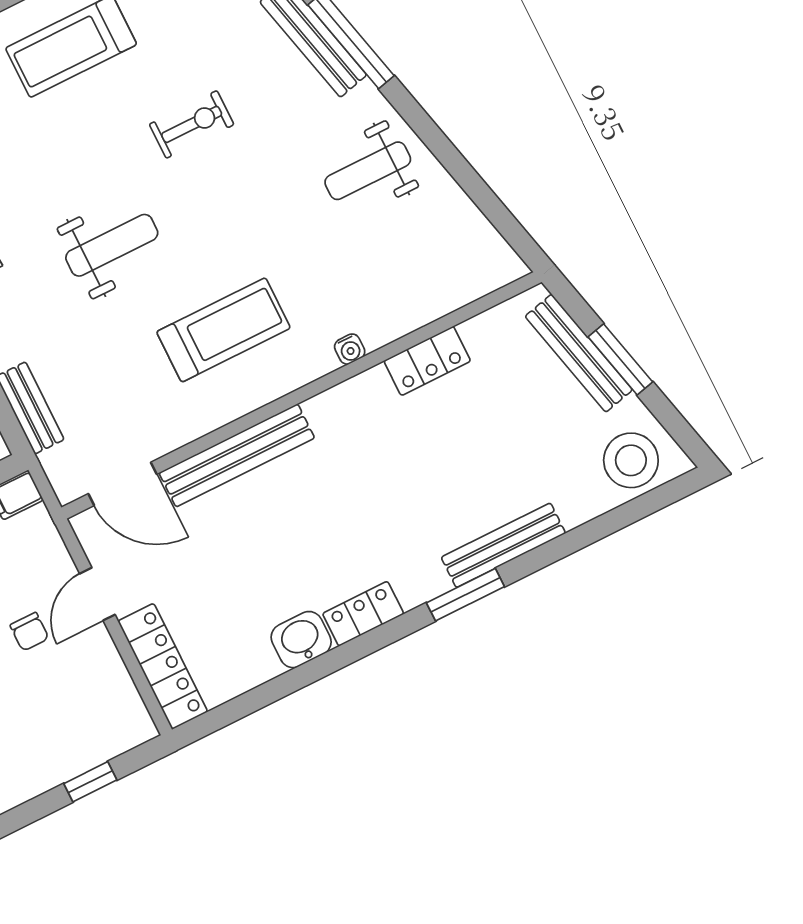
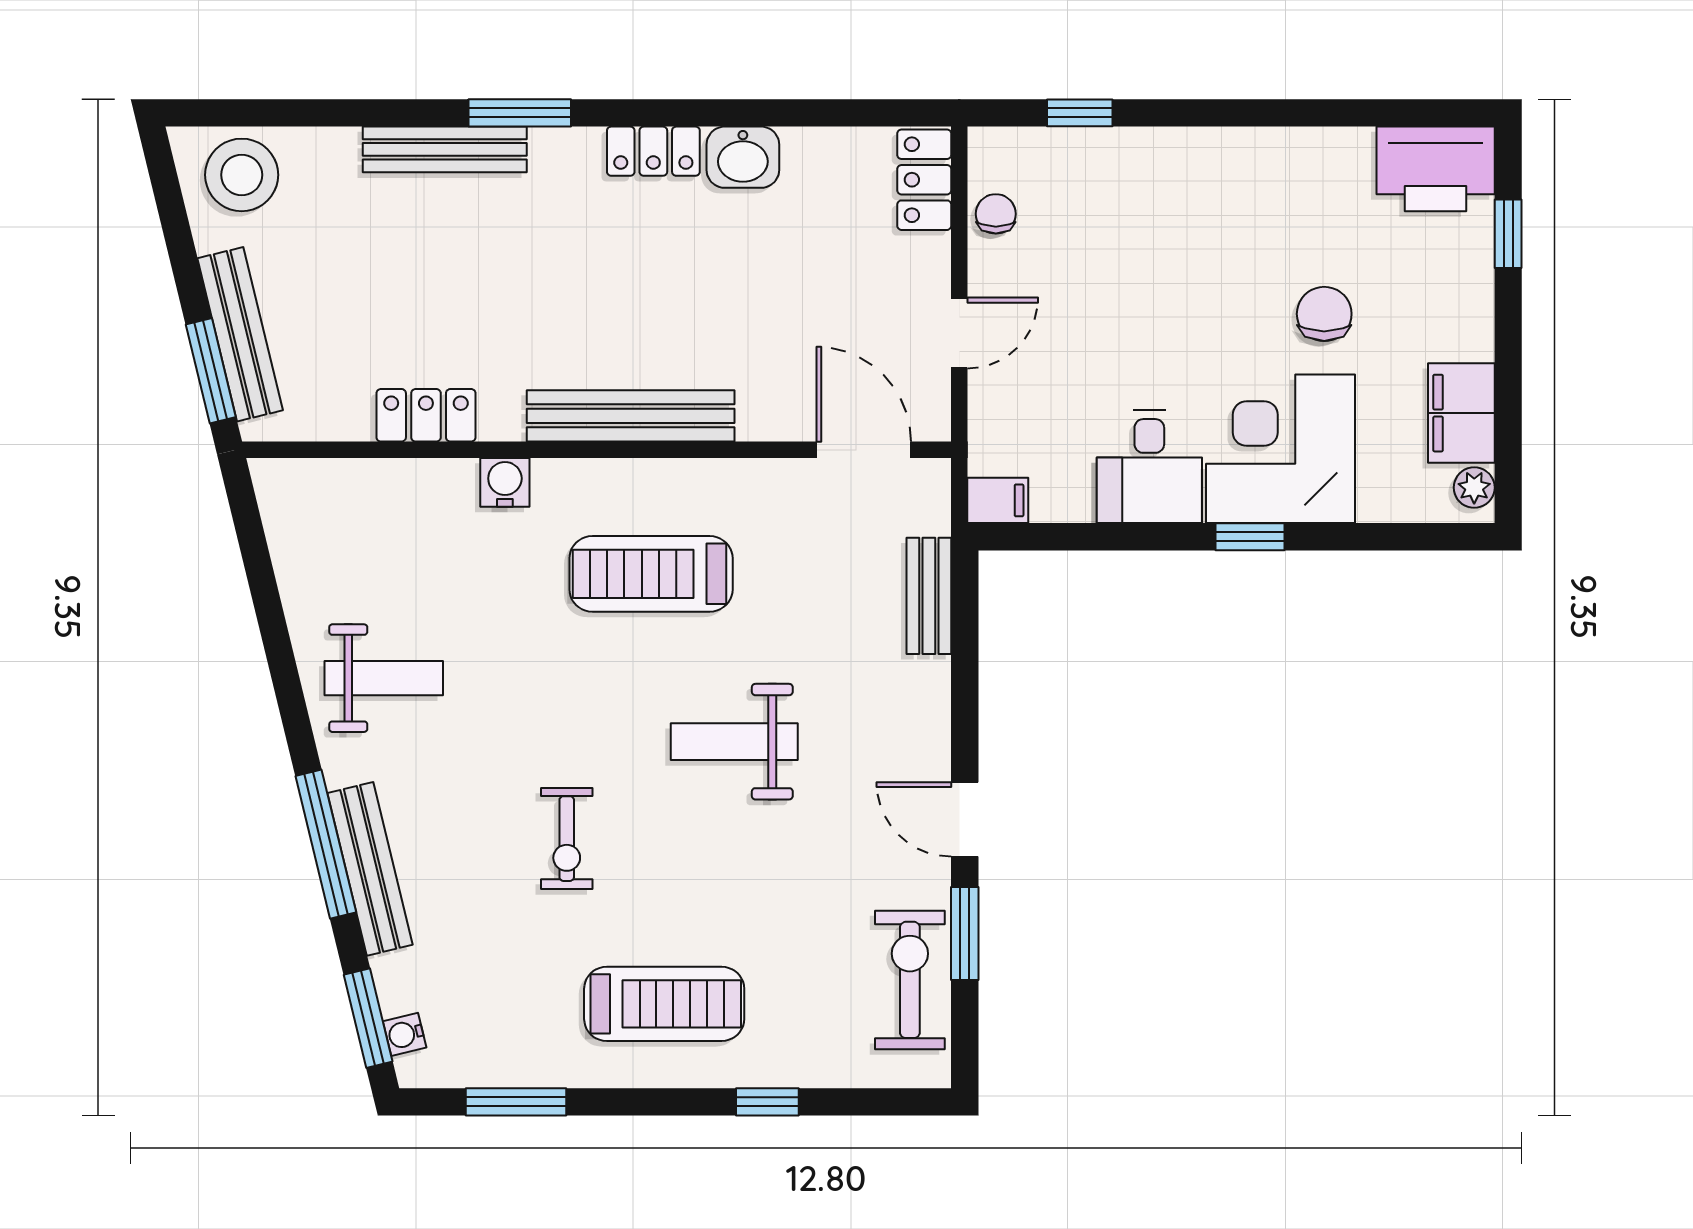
exercise bike: (192, 124) -> (567, 839), turned -90
water cooler: (350, 349) -> (505, 482), width x1.38, depth x1.38
window: (620, 359) -> (211, 371), moved
bench: (237, 455) -> (631, 416), moved
chair: (29, 632) -> (996, 214), moved
locker: (163, 666) -> (924, 180), width x0.66

